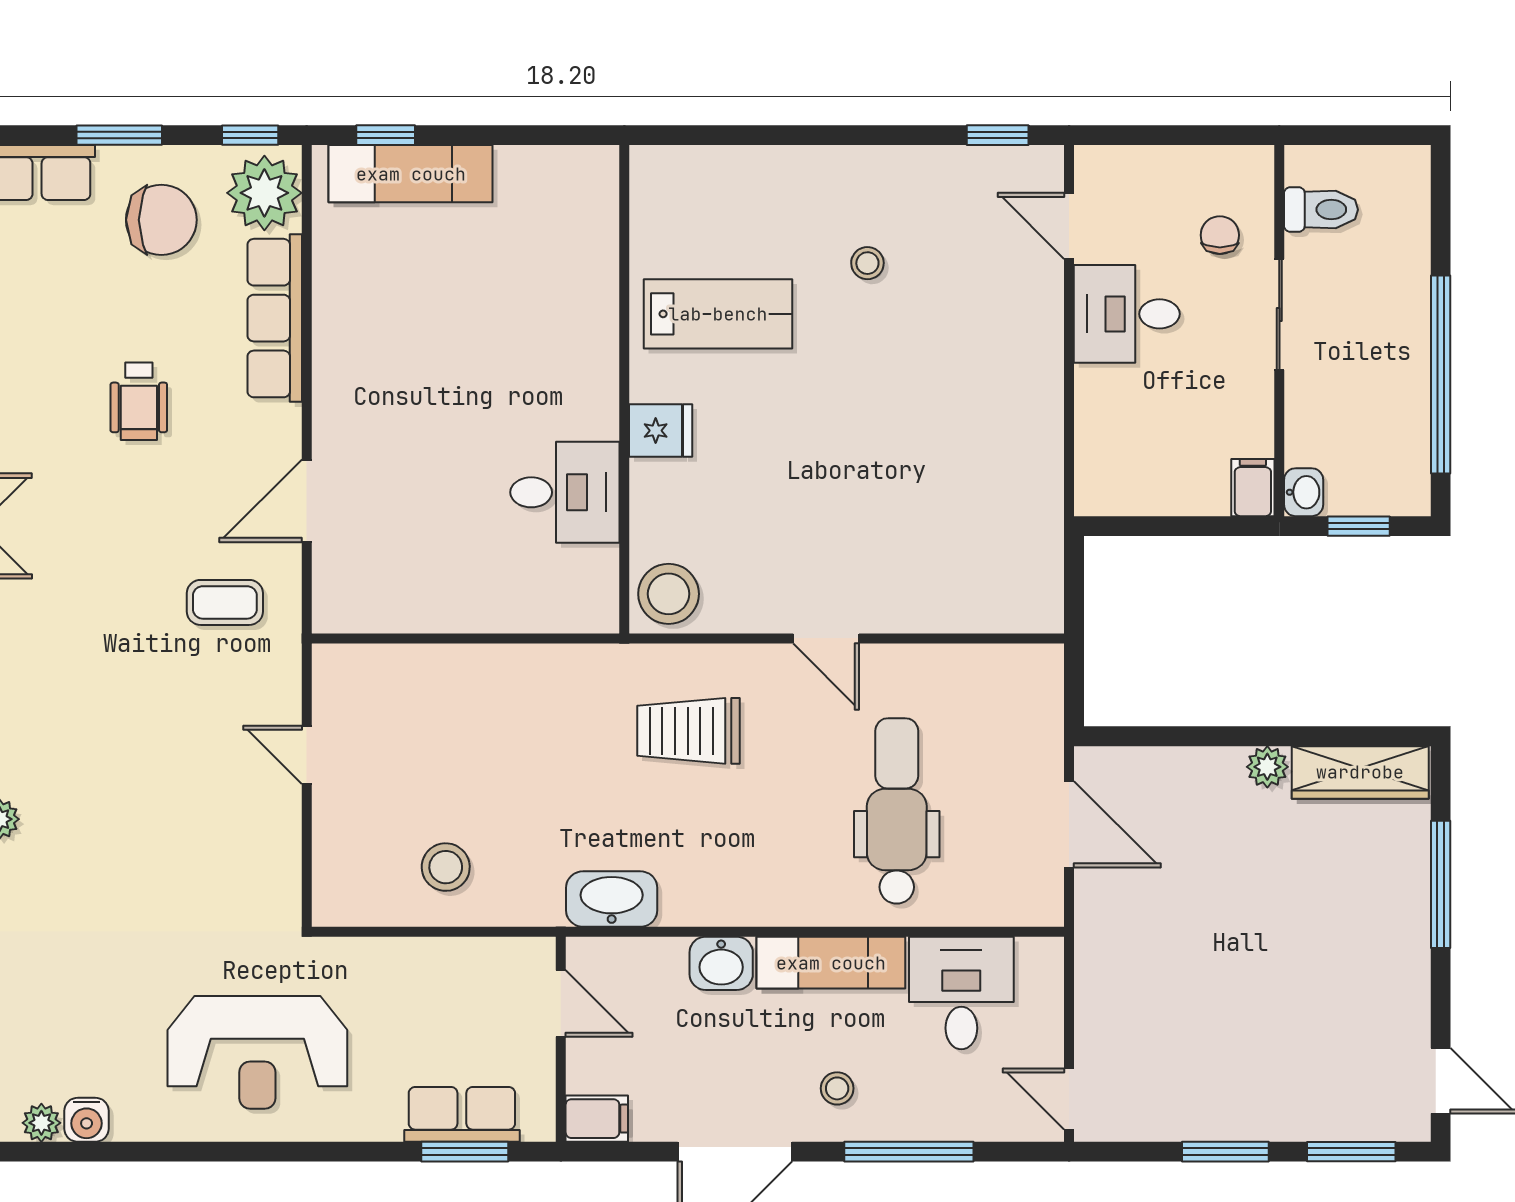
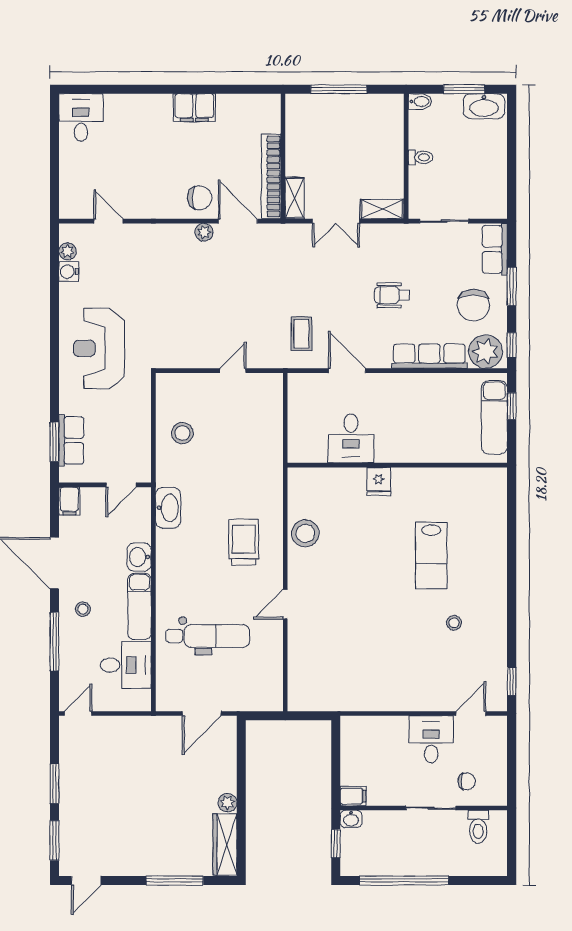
wall: (624, 389) -> (397, 465), moved
fridge: (661, 431) -> (379, 481), moved
desk: (565, 492) -> (351, 438), moved

